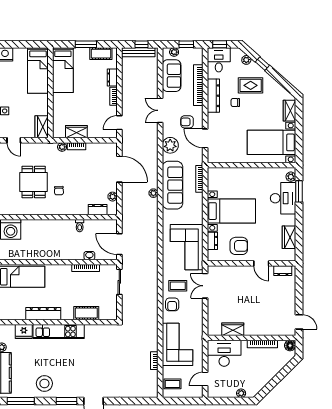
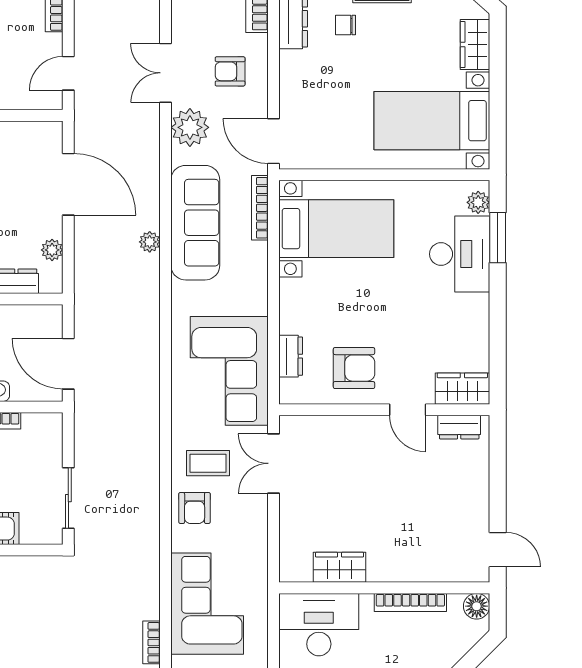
double door: (160, 110) -> (166, 73), moved
door: (205, 138) -> (274, 141), moved
bed with nightstands: (231, 211) -> (336, 229), moved
wardrobe: (289, 237) -> (462, 389), moved, turned 90
sliding door: (119, 282) -> (68, 498), moved

